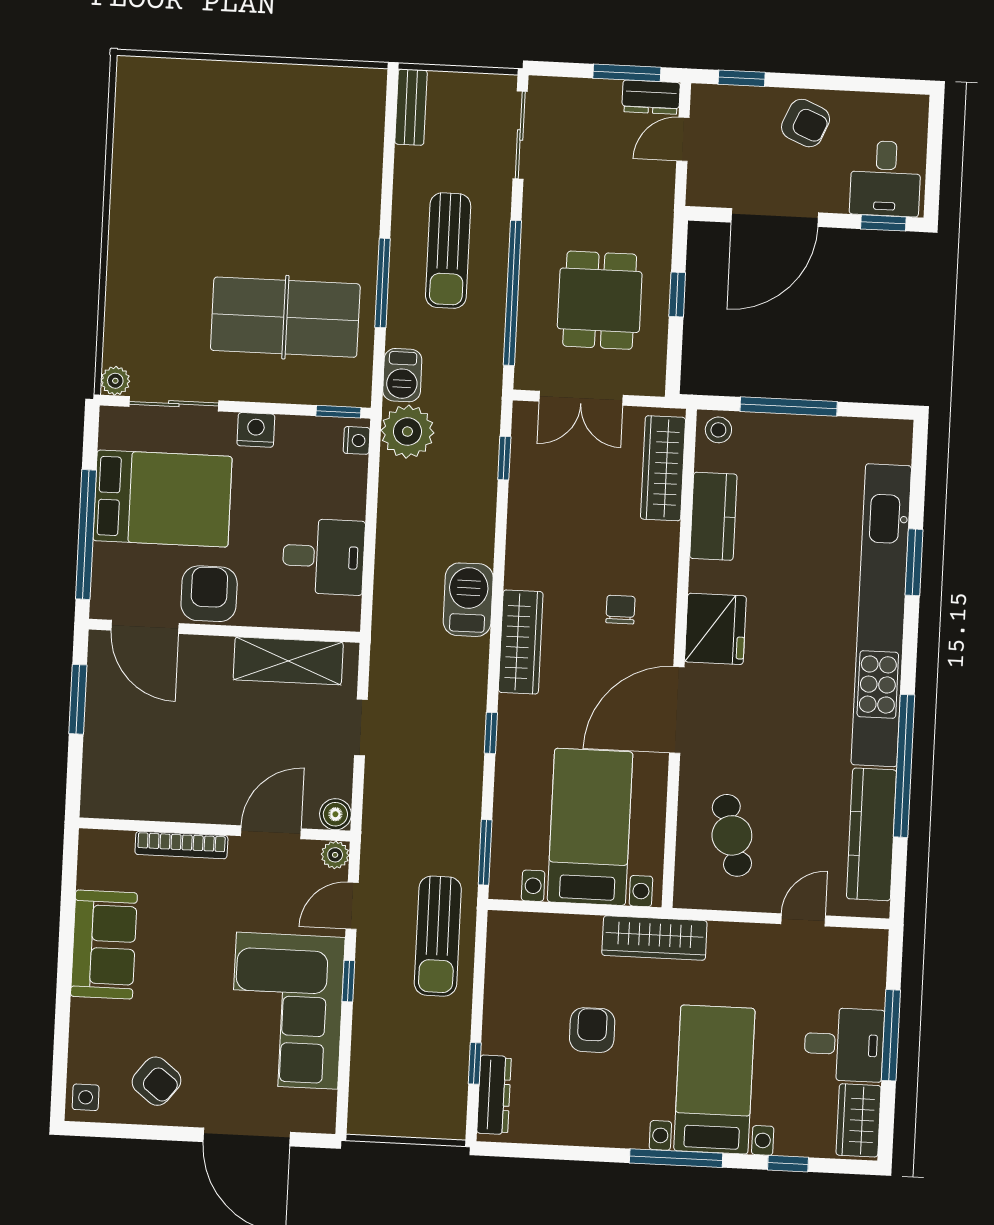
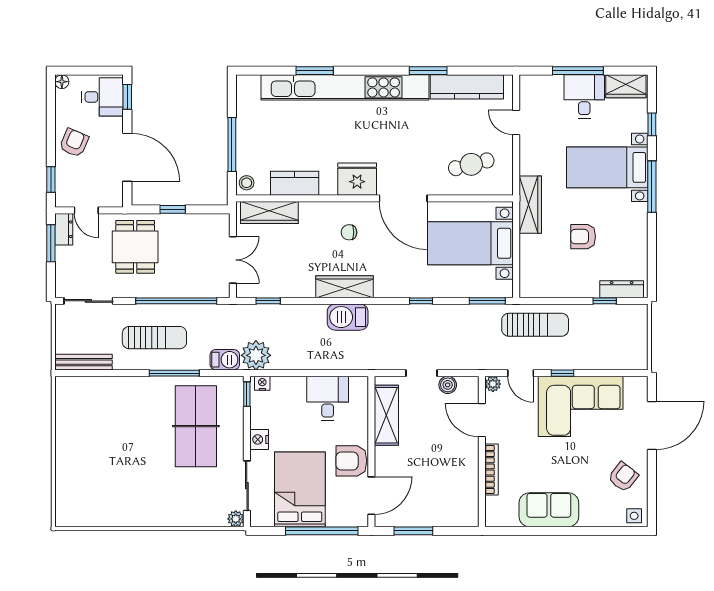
bench: (411, 107) -> (84, 362), width x1.36
floor lamp: (917, 107) -> (62, 82), added
dining table: (600, 300) -> (135, 247), moved, turned 90
wardrobe: (521, 642) -> (345, 287), moved
window: (904, 766) -> (428, 71), width x0.47
boiler: (335, 814) -> (448, 385), moved

